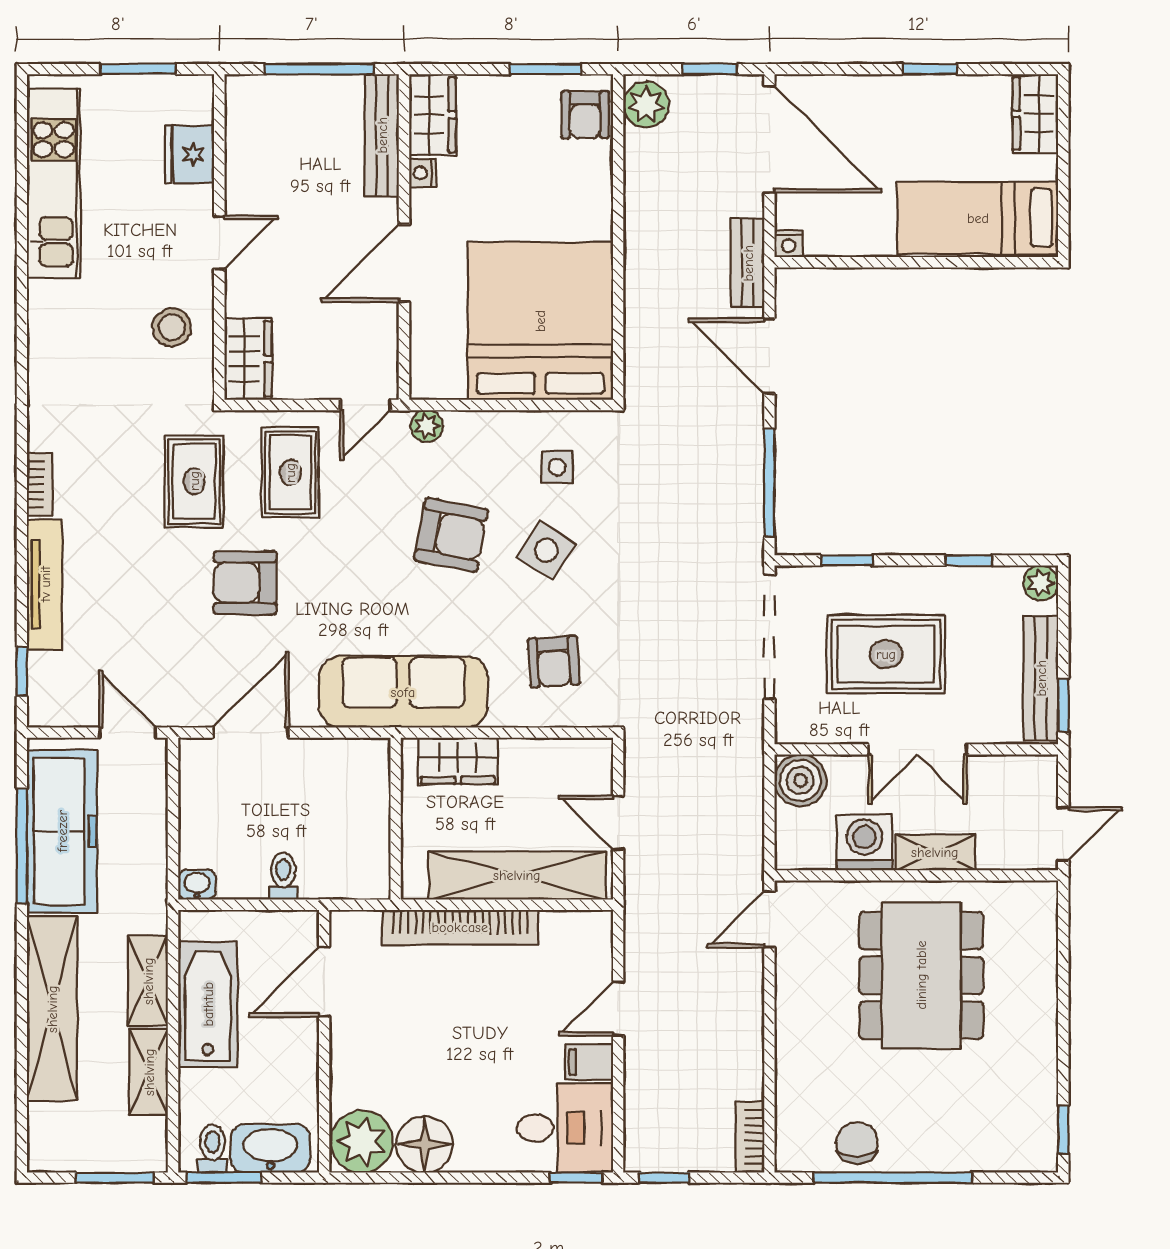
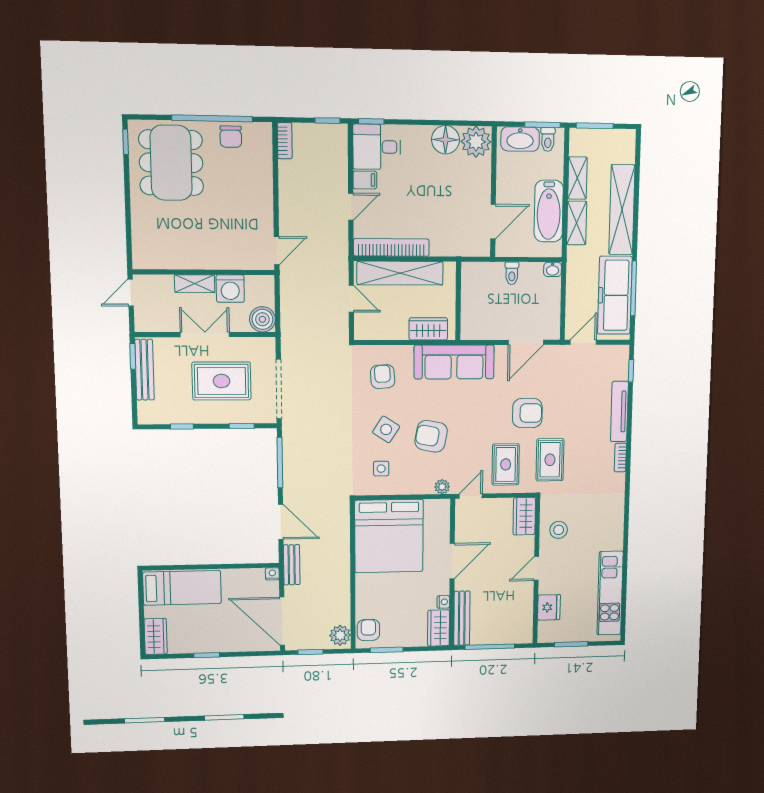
plant: (1041, 583) -> (146, 416), removed
door: (128, 733) -> (583, 342), swing flipped
bookcase: (460, 927) -> (391, 247), moved
dining table: (921, 975) -> (171, 163), moved

